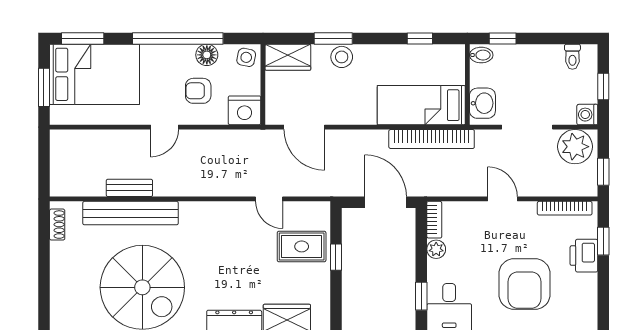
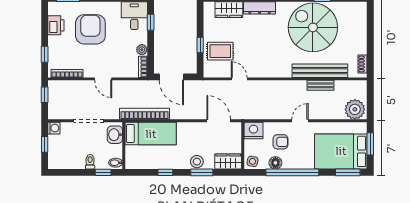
window: (420, 38) -> (165, 172), moved
toilet: (572, 57) -> (90, 162), moved
plant: (575, 147) -> (355, 109), moved
printer: (584, 256) -> (56, 25), moved

